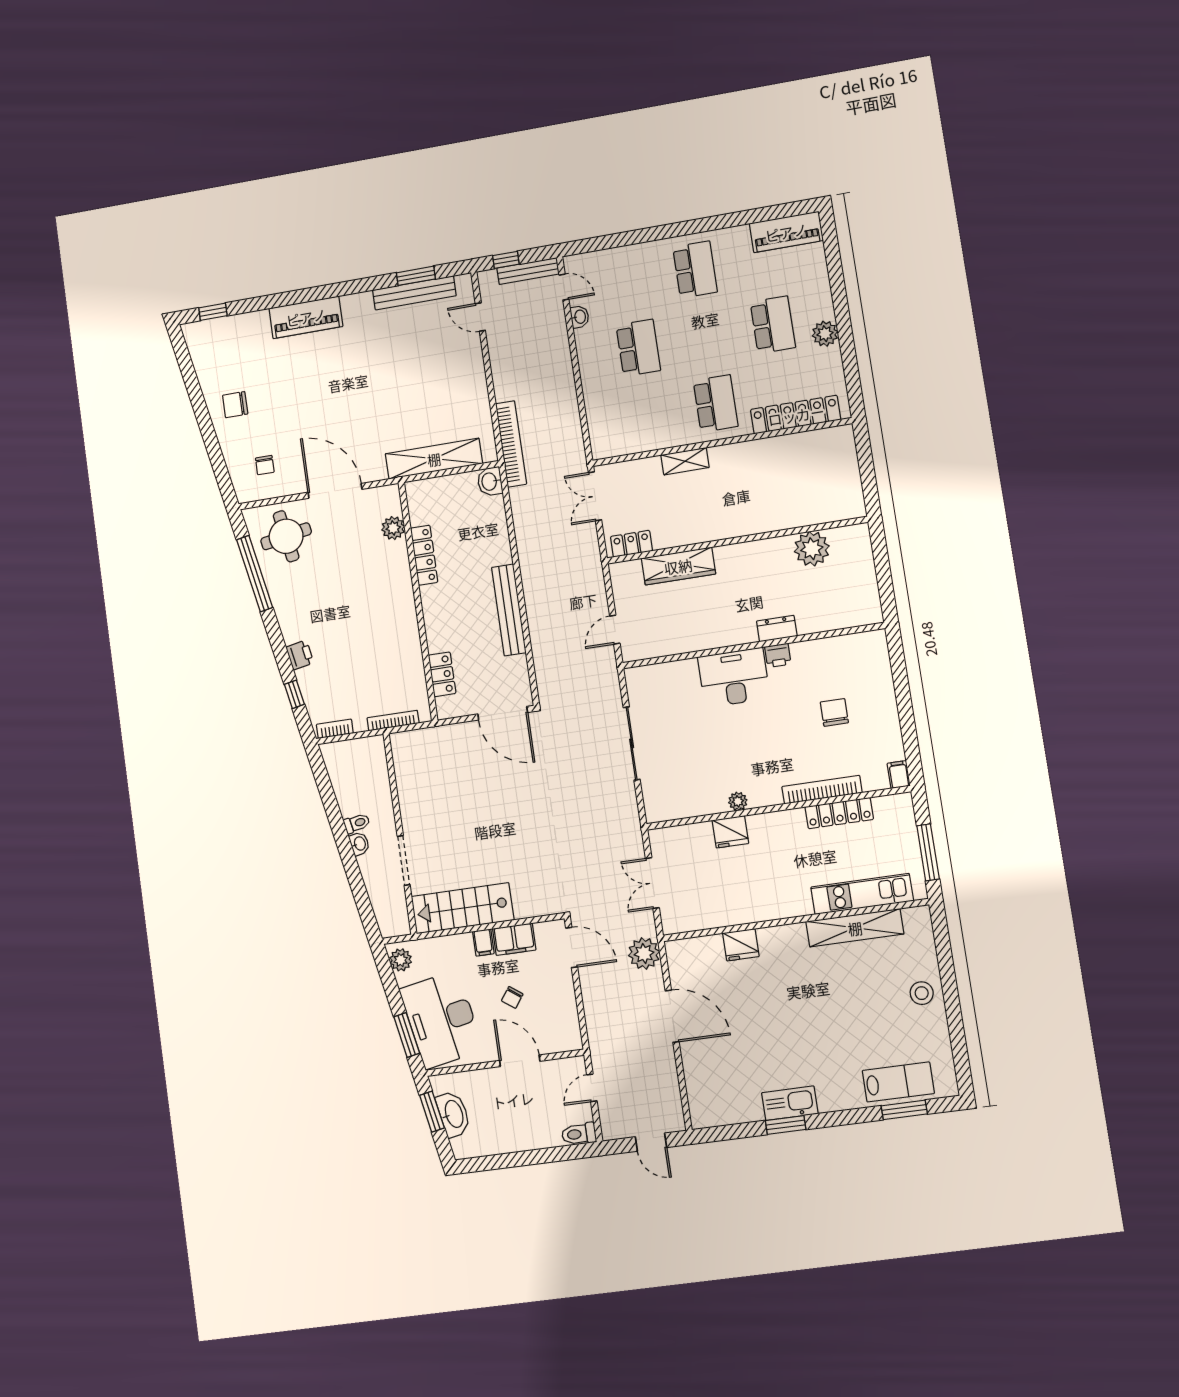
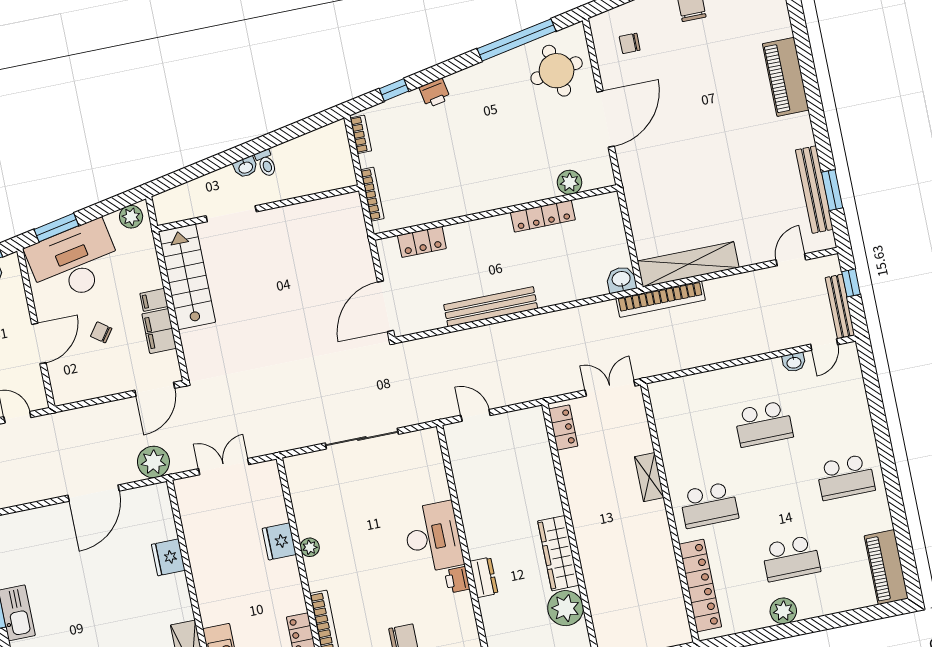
shelving: (434, 459) -> (688, 264), moved, turned 90
wardrobe: (678, 566) -> (558, 553), moved

